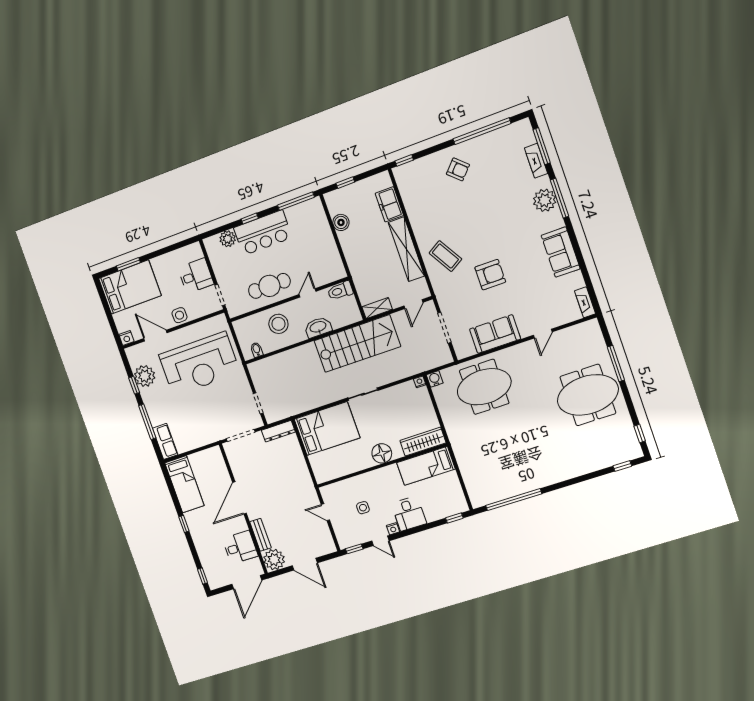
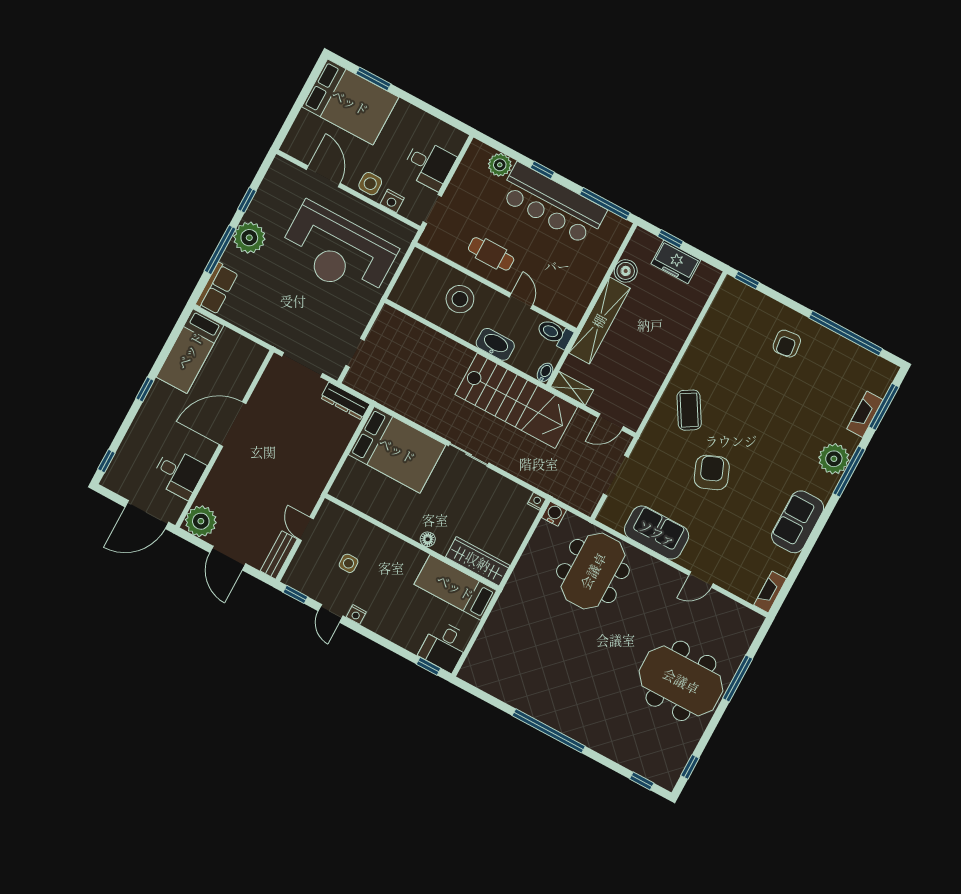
armchair: (458, 169) -> (787, 344), turned 40
freezer: (389, 204) -> (676, 262), moved, turned -90
bar counter: (263, 233) -> (553, 204), width x1.36
shelving: (406, 249) -> (599, 321), moved
armchair: (490, 275) -> (712, 473), turned -112
cafe table: (269, 286) -> (491, 254), width x0.73, depth x0.74
door: (308, 293) -> (521, 301), hinge flipped
nightstand: (126, 338) -> (392, 201), moved
bidet: (257, 350) -> (545, 372), moved
plant: (145, 376) -> (249, 238), moved
meeting table: (484, 387) -> (593, 571), turned 90
floor lamp: (382, 453) -> (428, 539), width x0.53, depth x0.53
window: (514, 500) -> (549, 731), moved
desk: (409, 513) -> (444, 646), moved
bench: (260, 535) -> (279, 555), moved

